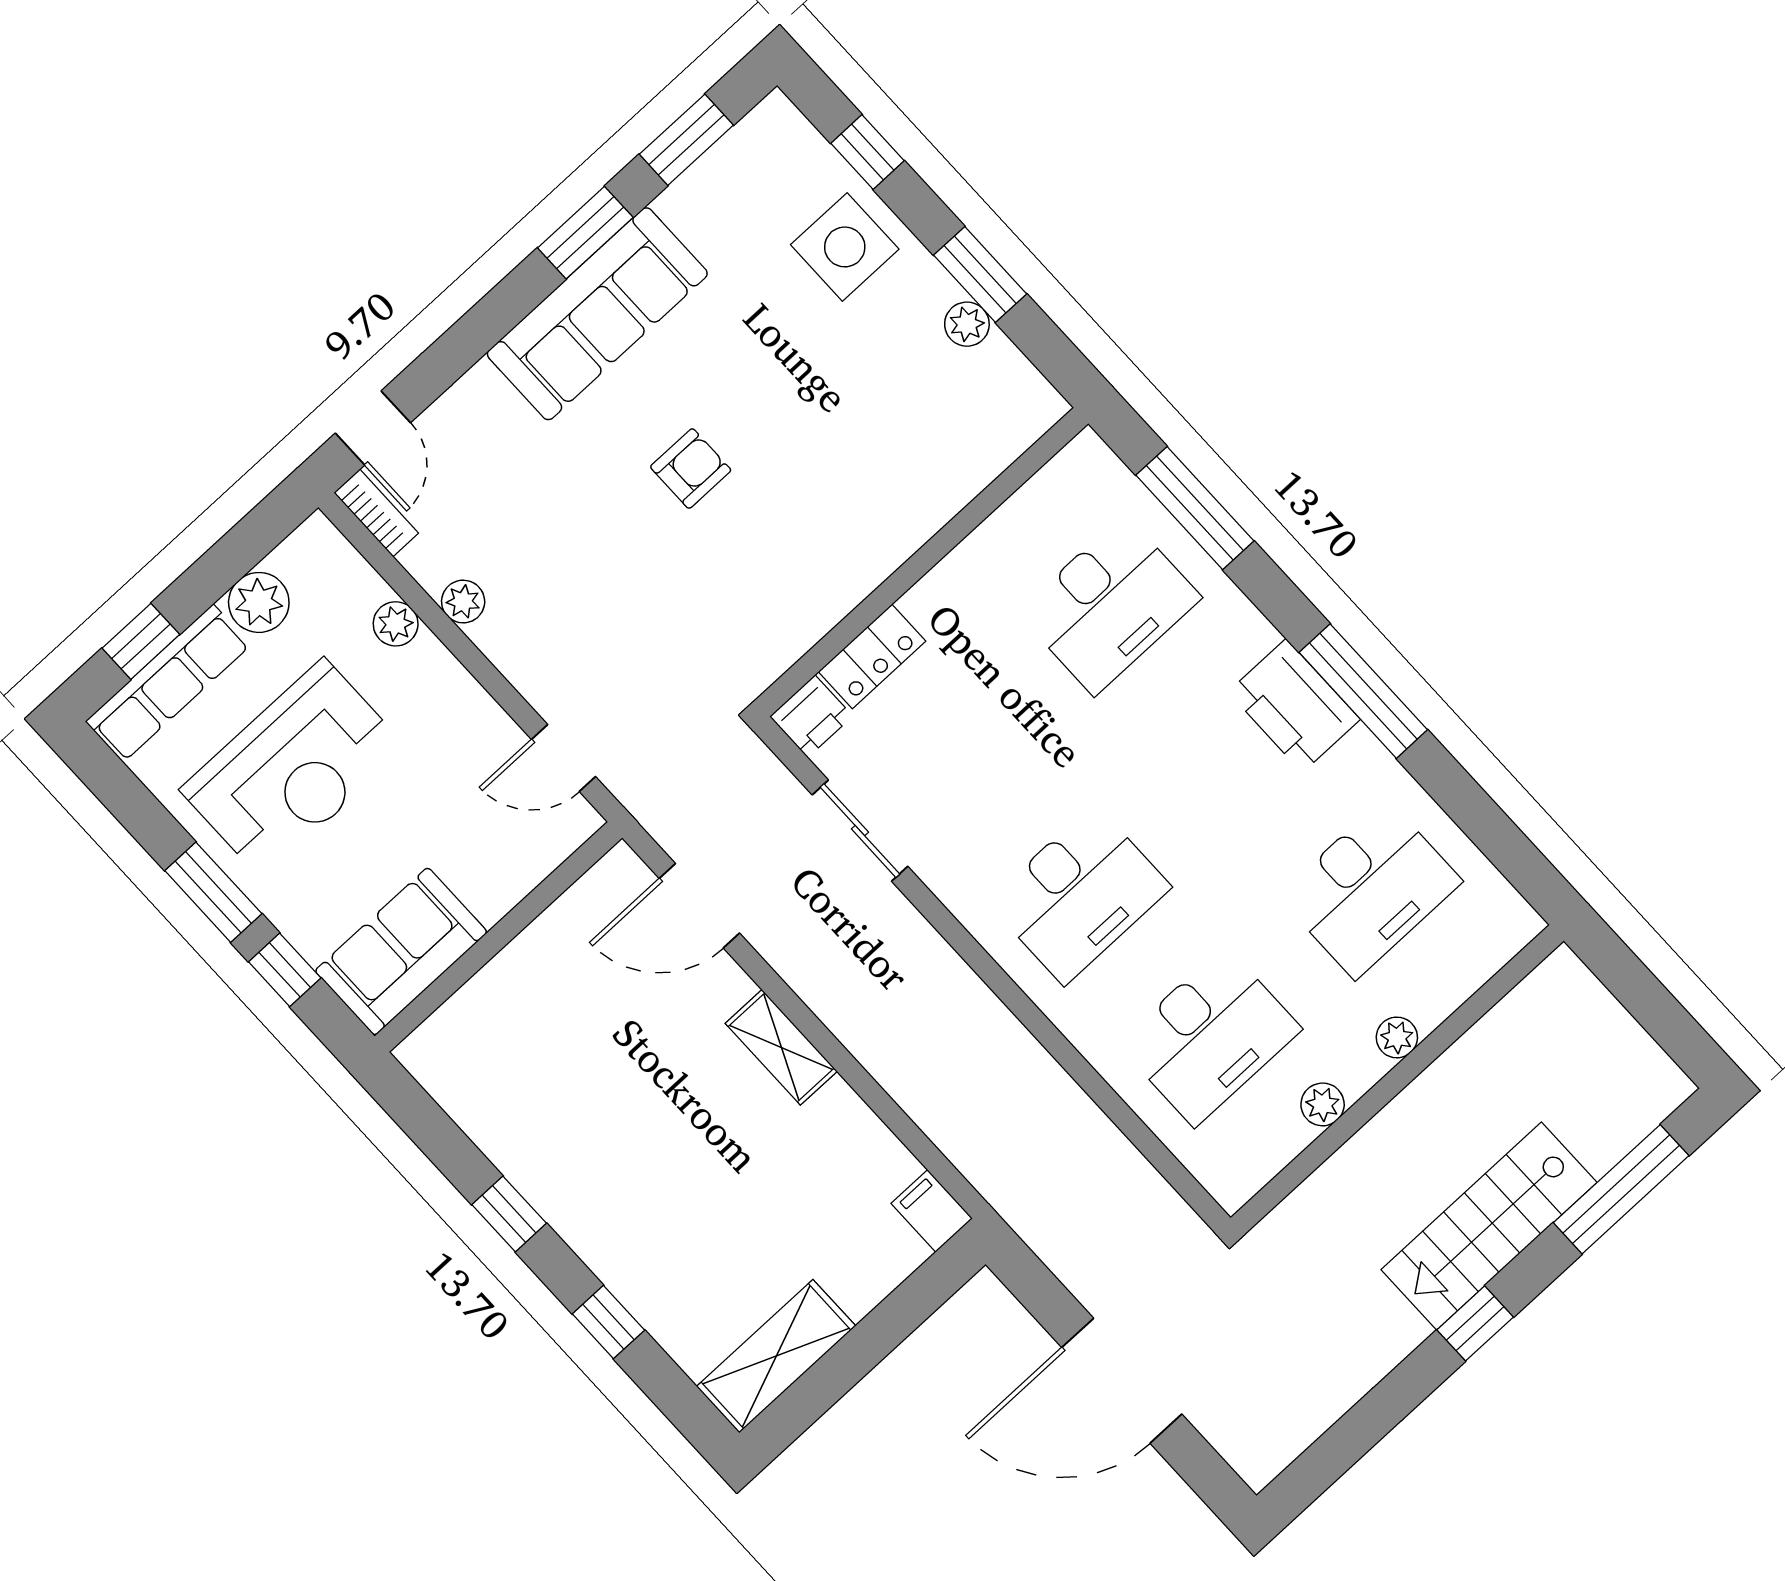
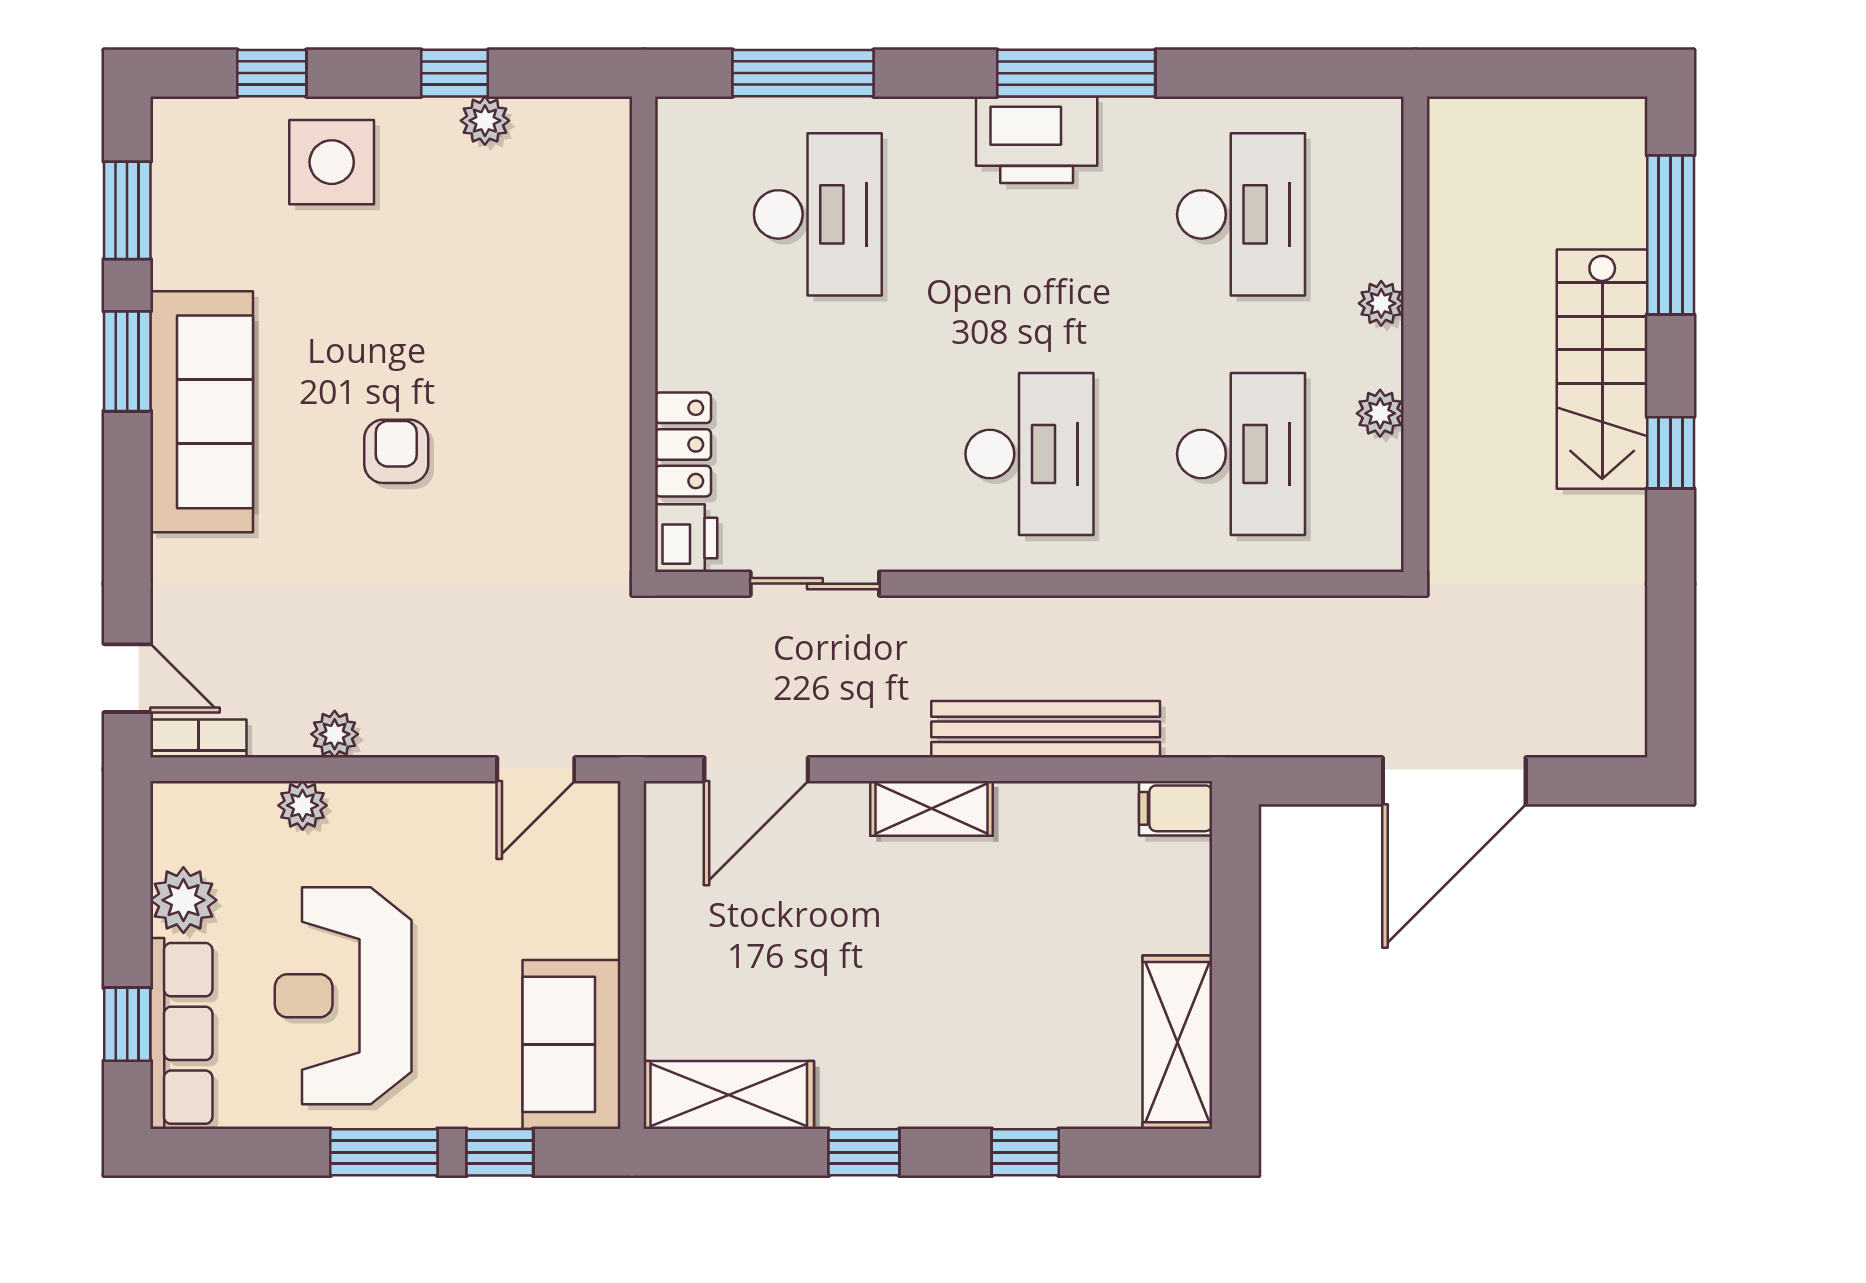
window: (980, 274) -> (455, 73), width x0.67
reception desk: (293, 768) -> (343, 996), turned 180
bench: (905, 1075) -> (1046, 729), added
shelving: (464, 1088) -> (729, 1095), added

